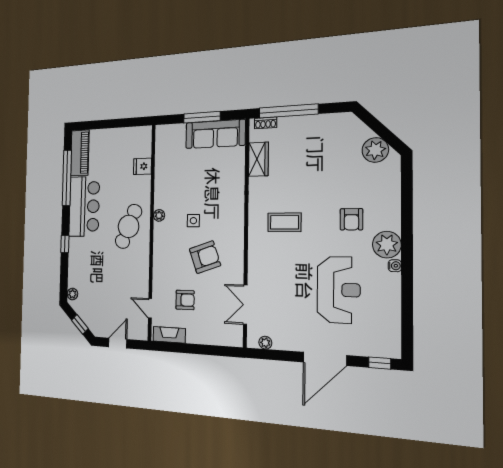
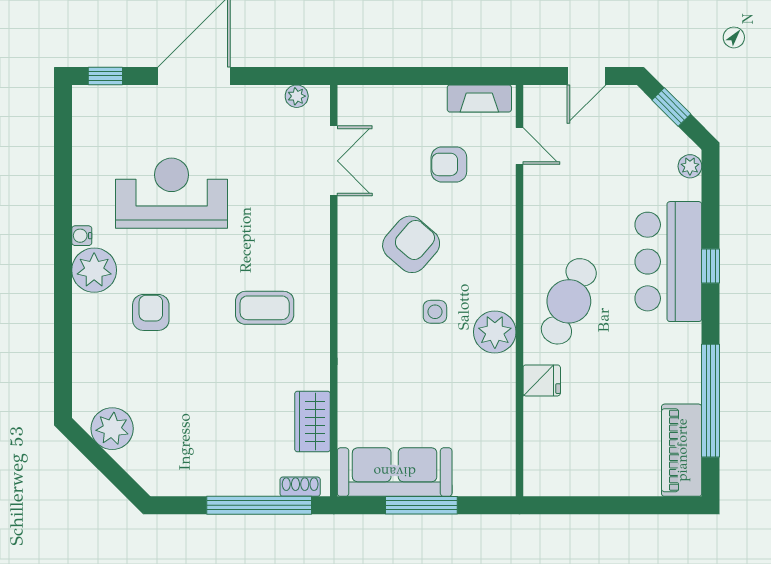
fridge: (142, 166) -> (542, 380), moved
bar counter: (84, 206) -> (668, 262), moved
plant: (159, 215) -> (495, 332), width x1.87, depth x1.87
armchair: (205, 257) -> (411, 244), turned 150
reception desk: (339, 290) -> (172, 193), turned 90

